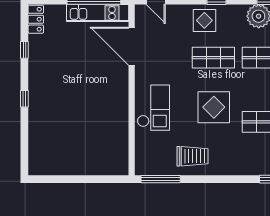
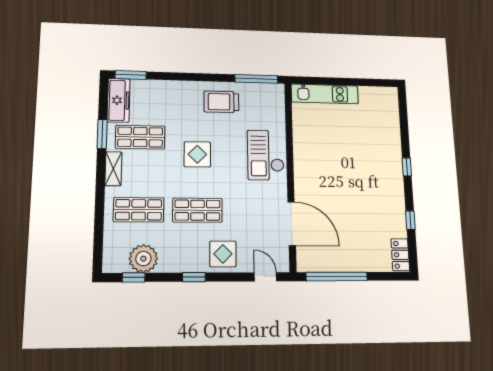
kitchen unit: (98, 13) -> (325, 94), moved, turned 180
display table: (204, 20) -> (223, 254), moved
display table: (214, 107) -> (197, 154), width x0.73, depth x0.73

